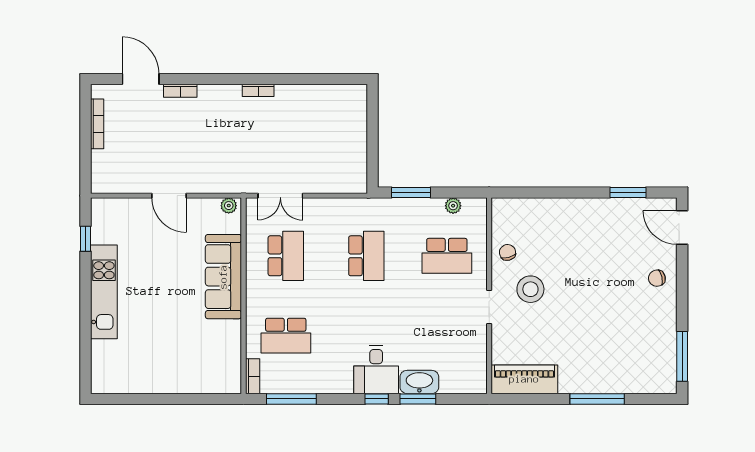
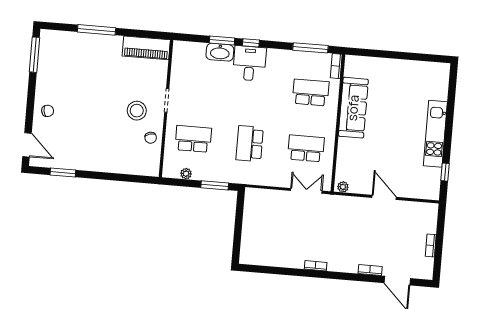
bookcase: (97, 124) -> (431, 245), width x0.64
school desk: (286, 256) -> (306, 148), turned 90
sofa: (223, 277) -> (353, 108), moved

